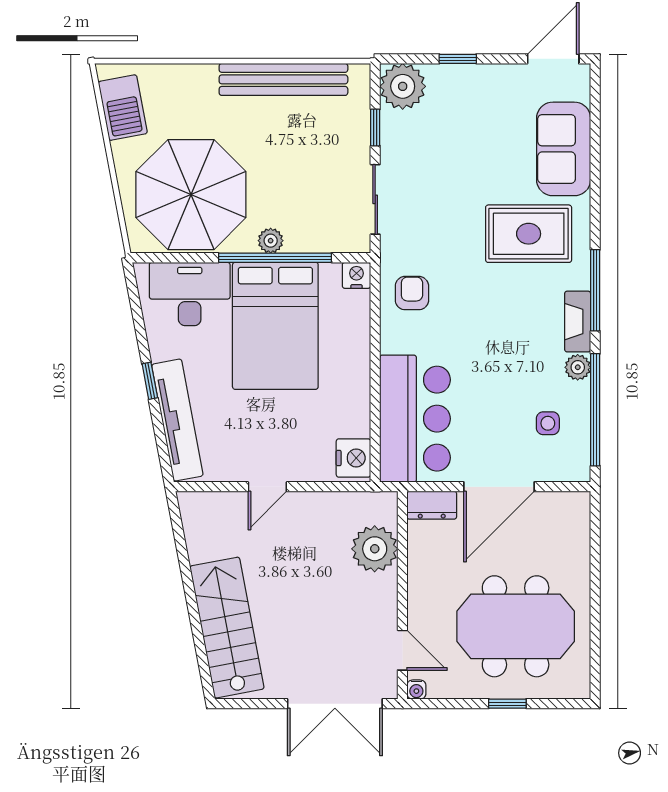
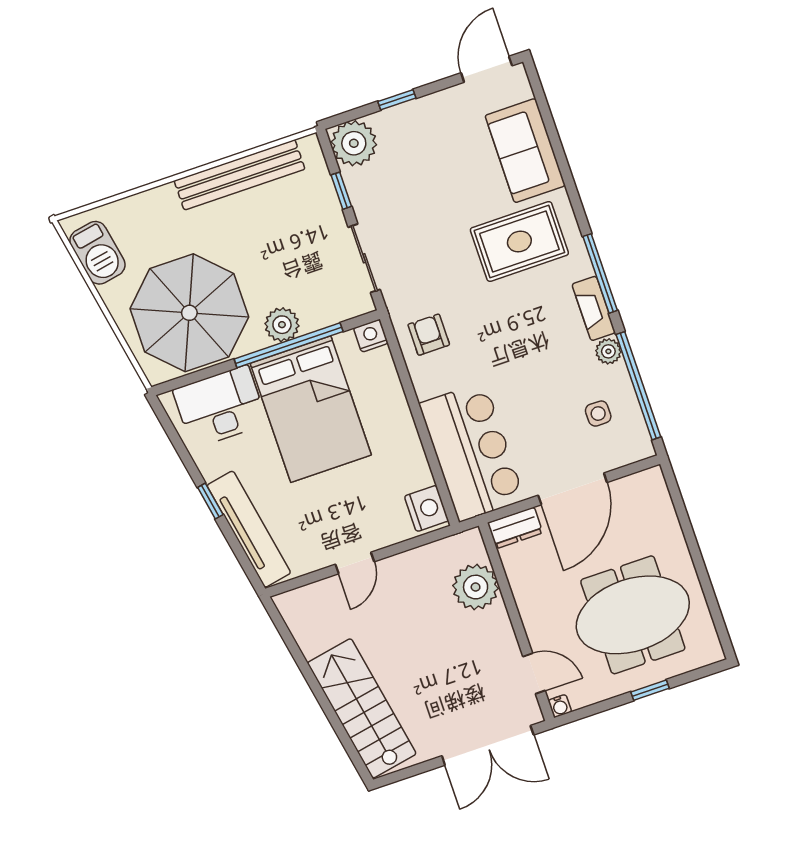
plant: (271, 241) -> (282, 325), width x1.38, depth x1.38

